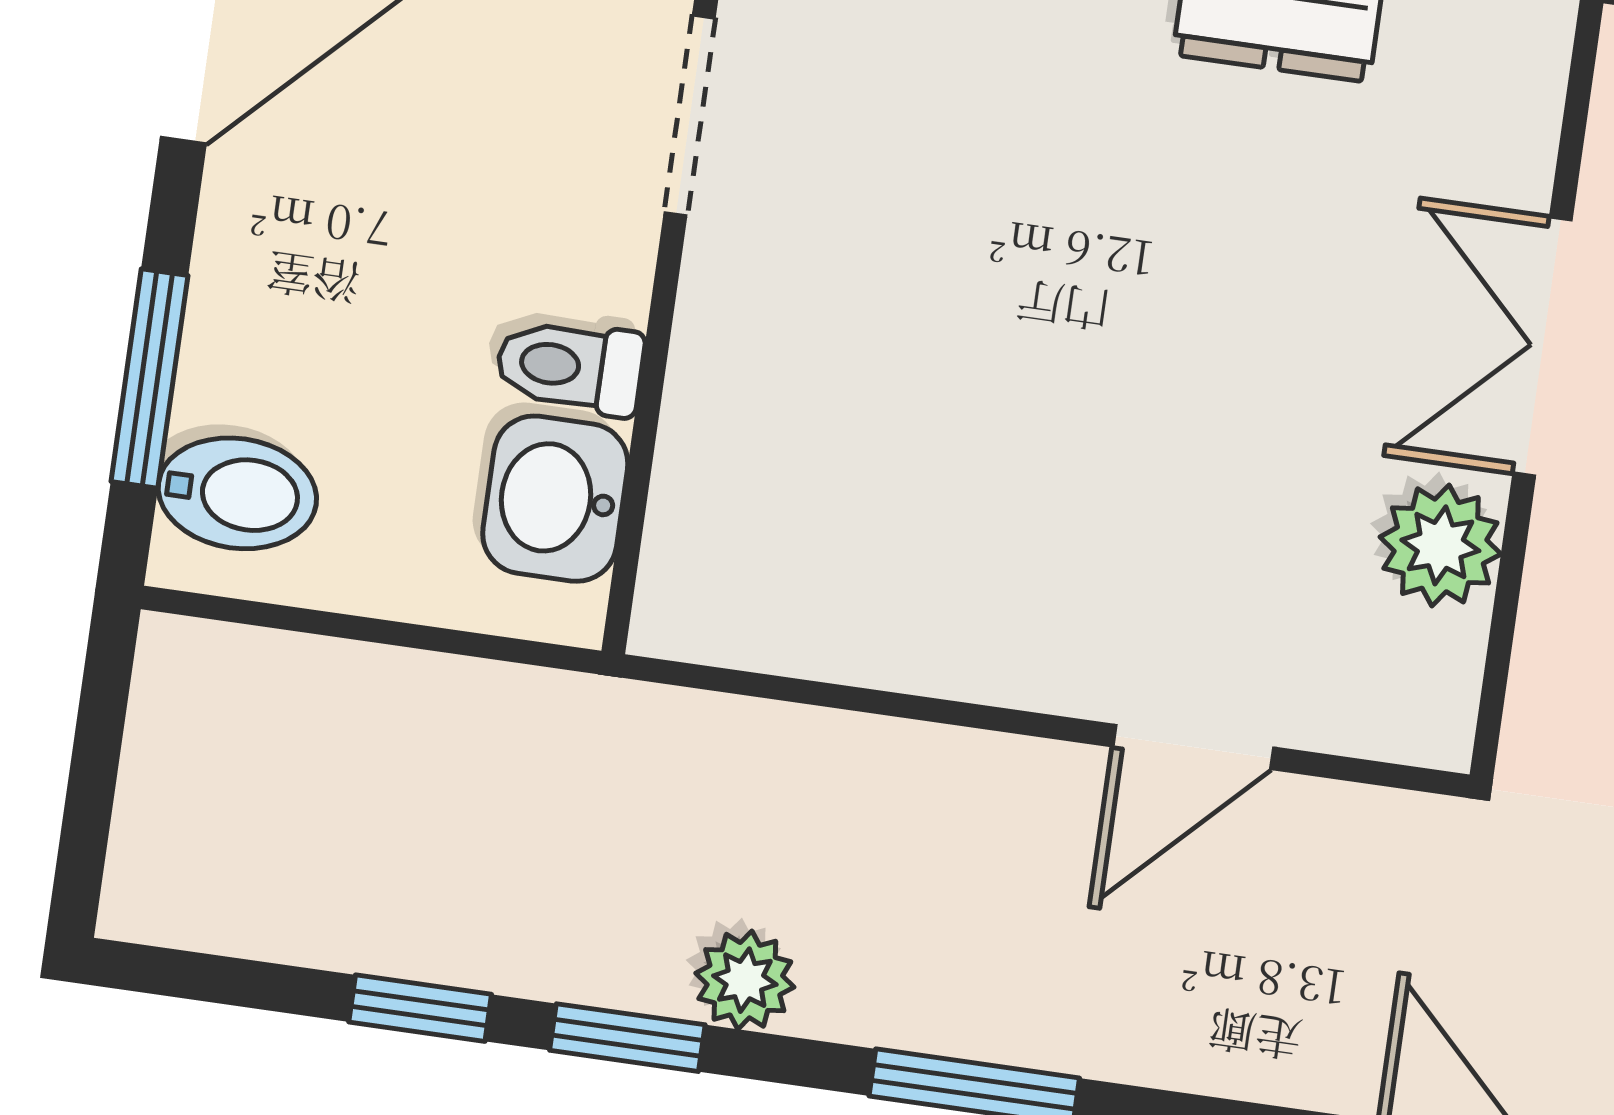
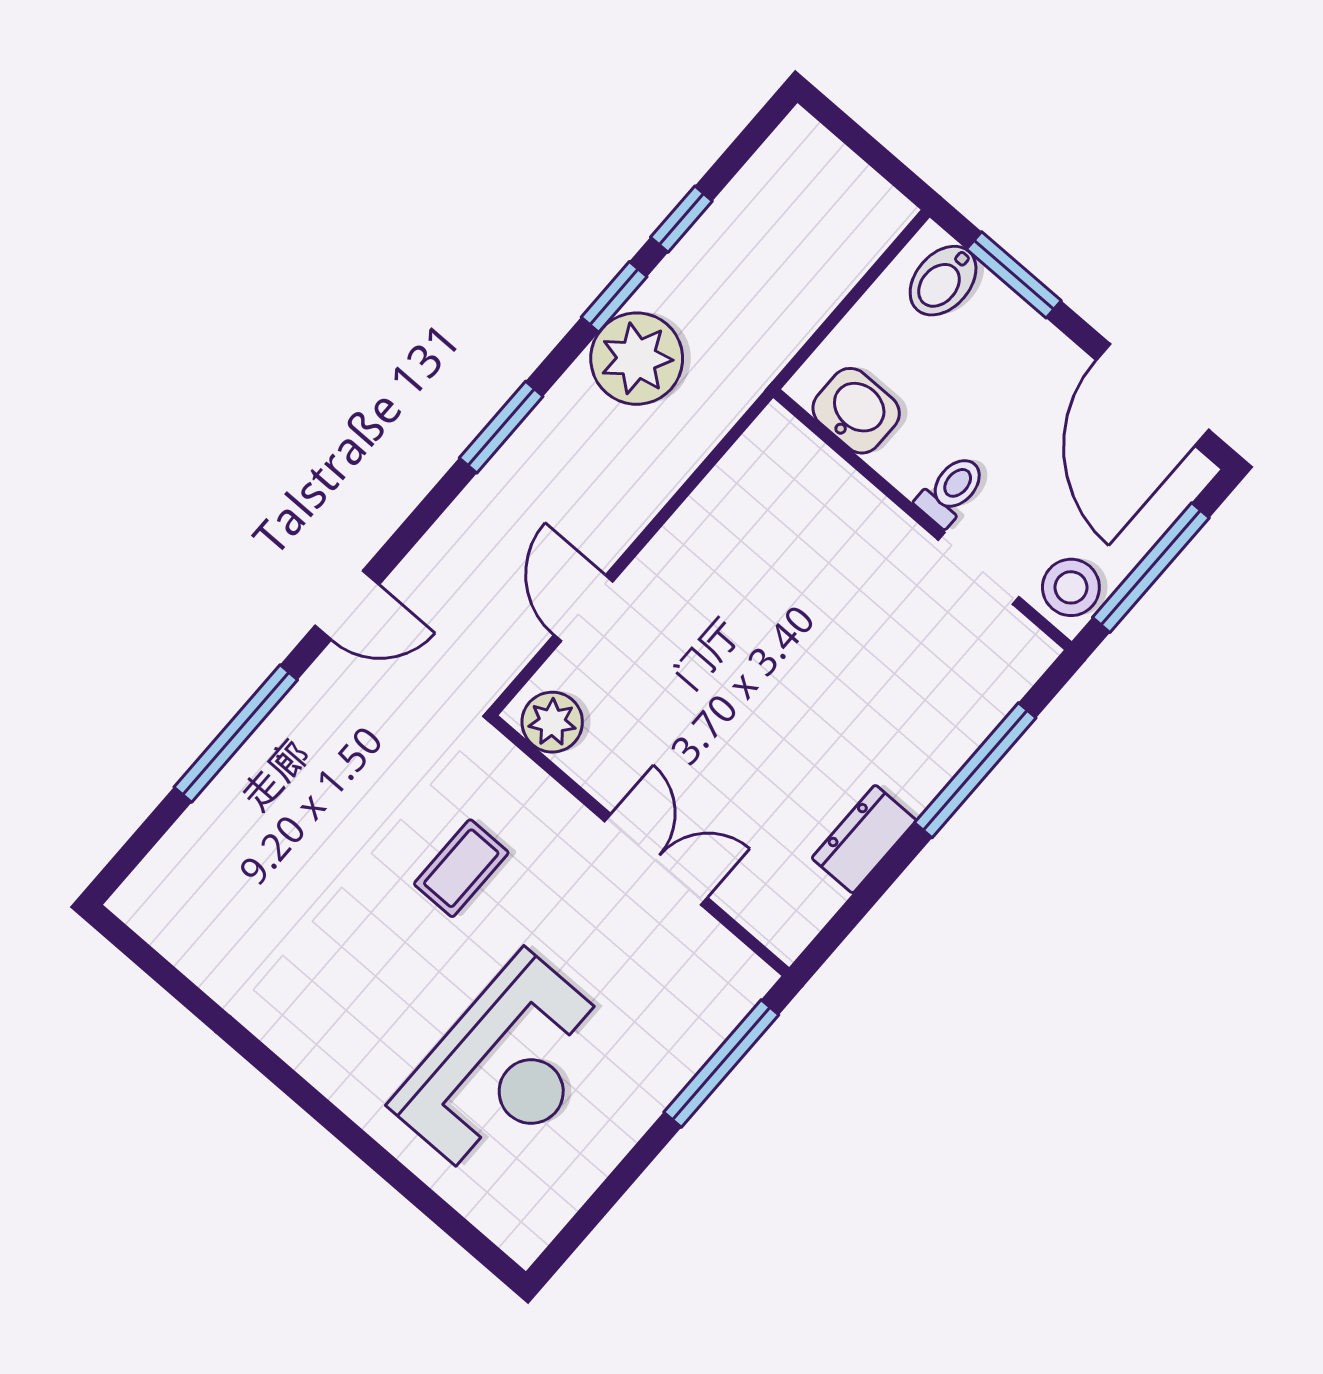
toilet: (570, 367) -> (951, 490), moved
plant: (1440, 545) -> (552, 722), moved
plant: (745, 980) -> (637, 359), width x1.87, depth x1.87

